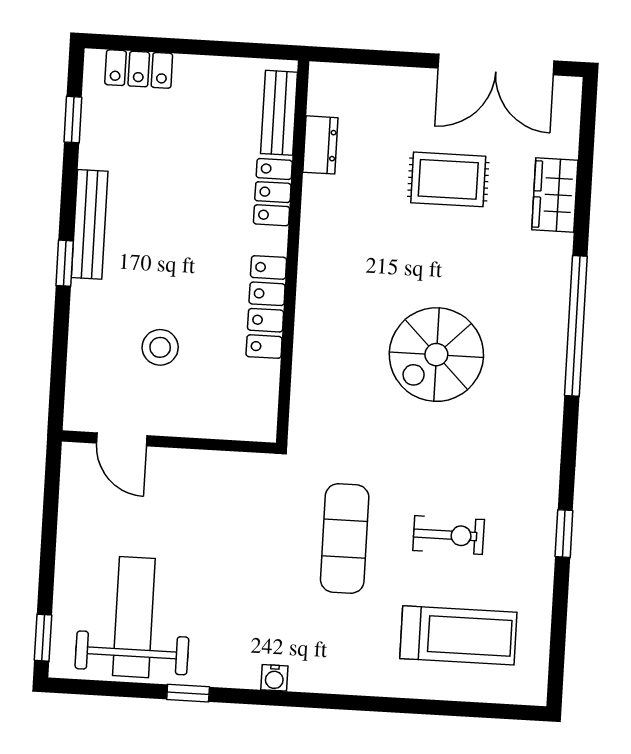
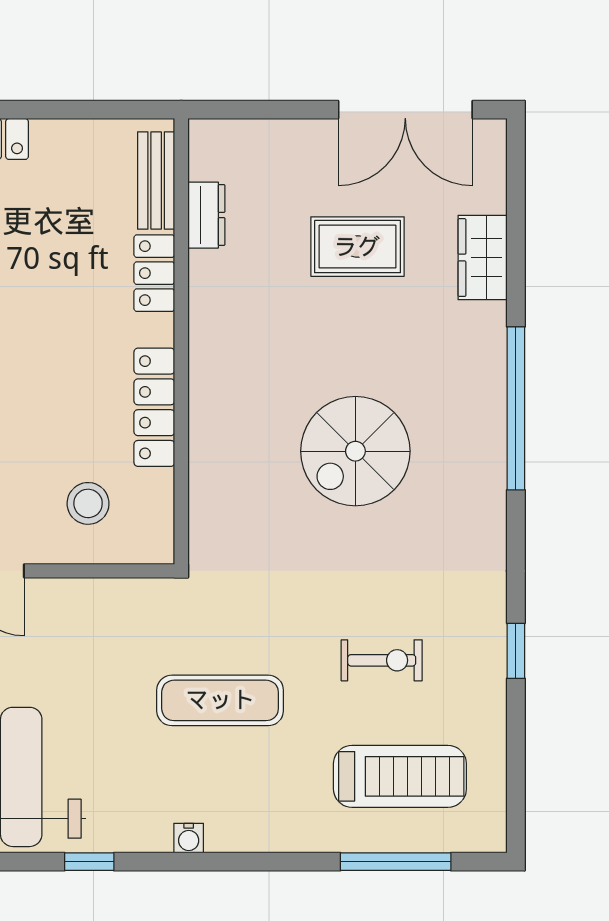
stool: (160, 347) -> (88, 503), moved
exercise mat: (345, 538) -> (220, 700), moved, turned 90
window: (451, 708) -> (396, 862), added

